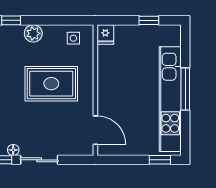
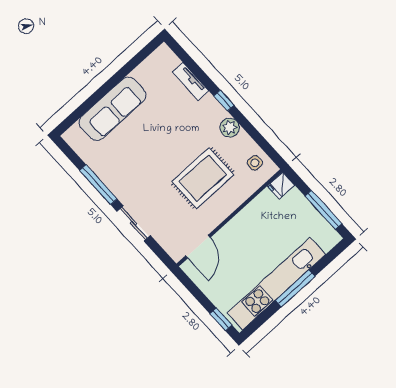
window: (149, 20) -> (323, 210), width x2.17
rug: (51, 84) -> (203, 178), turned 90
floor lamp: (13, 150) -> (123, 196), removed

